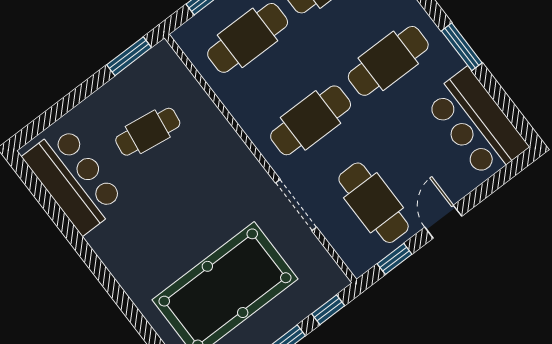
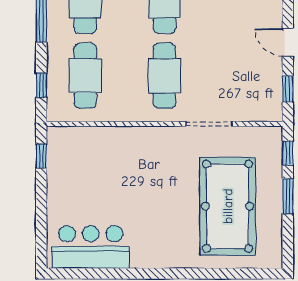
window: (129, 56) -> (41, 156), width x0.67
cafe table: (148, 132) -> (96, 180), removed
cafe table: (374, 203) -> (244, 76), removed

